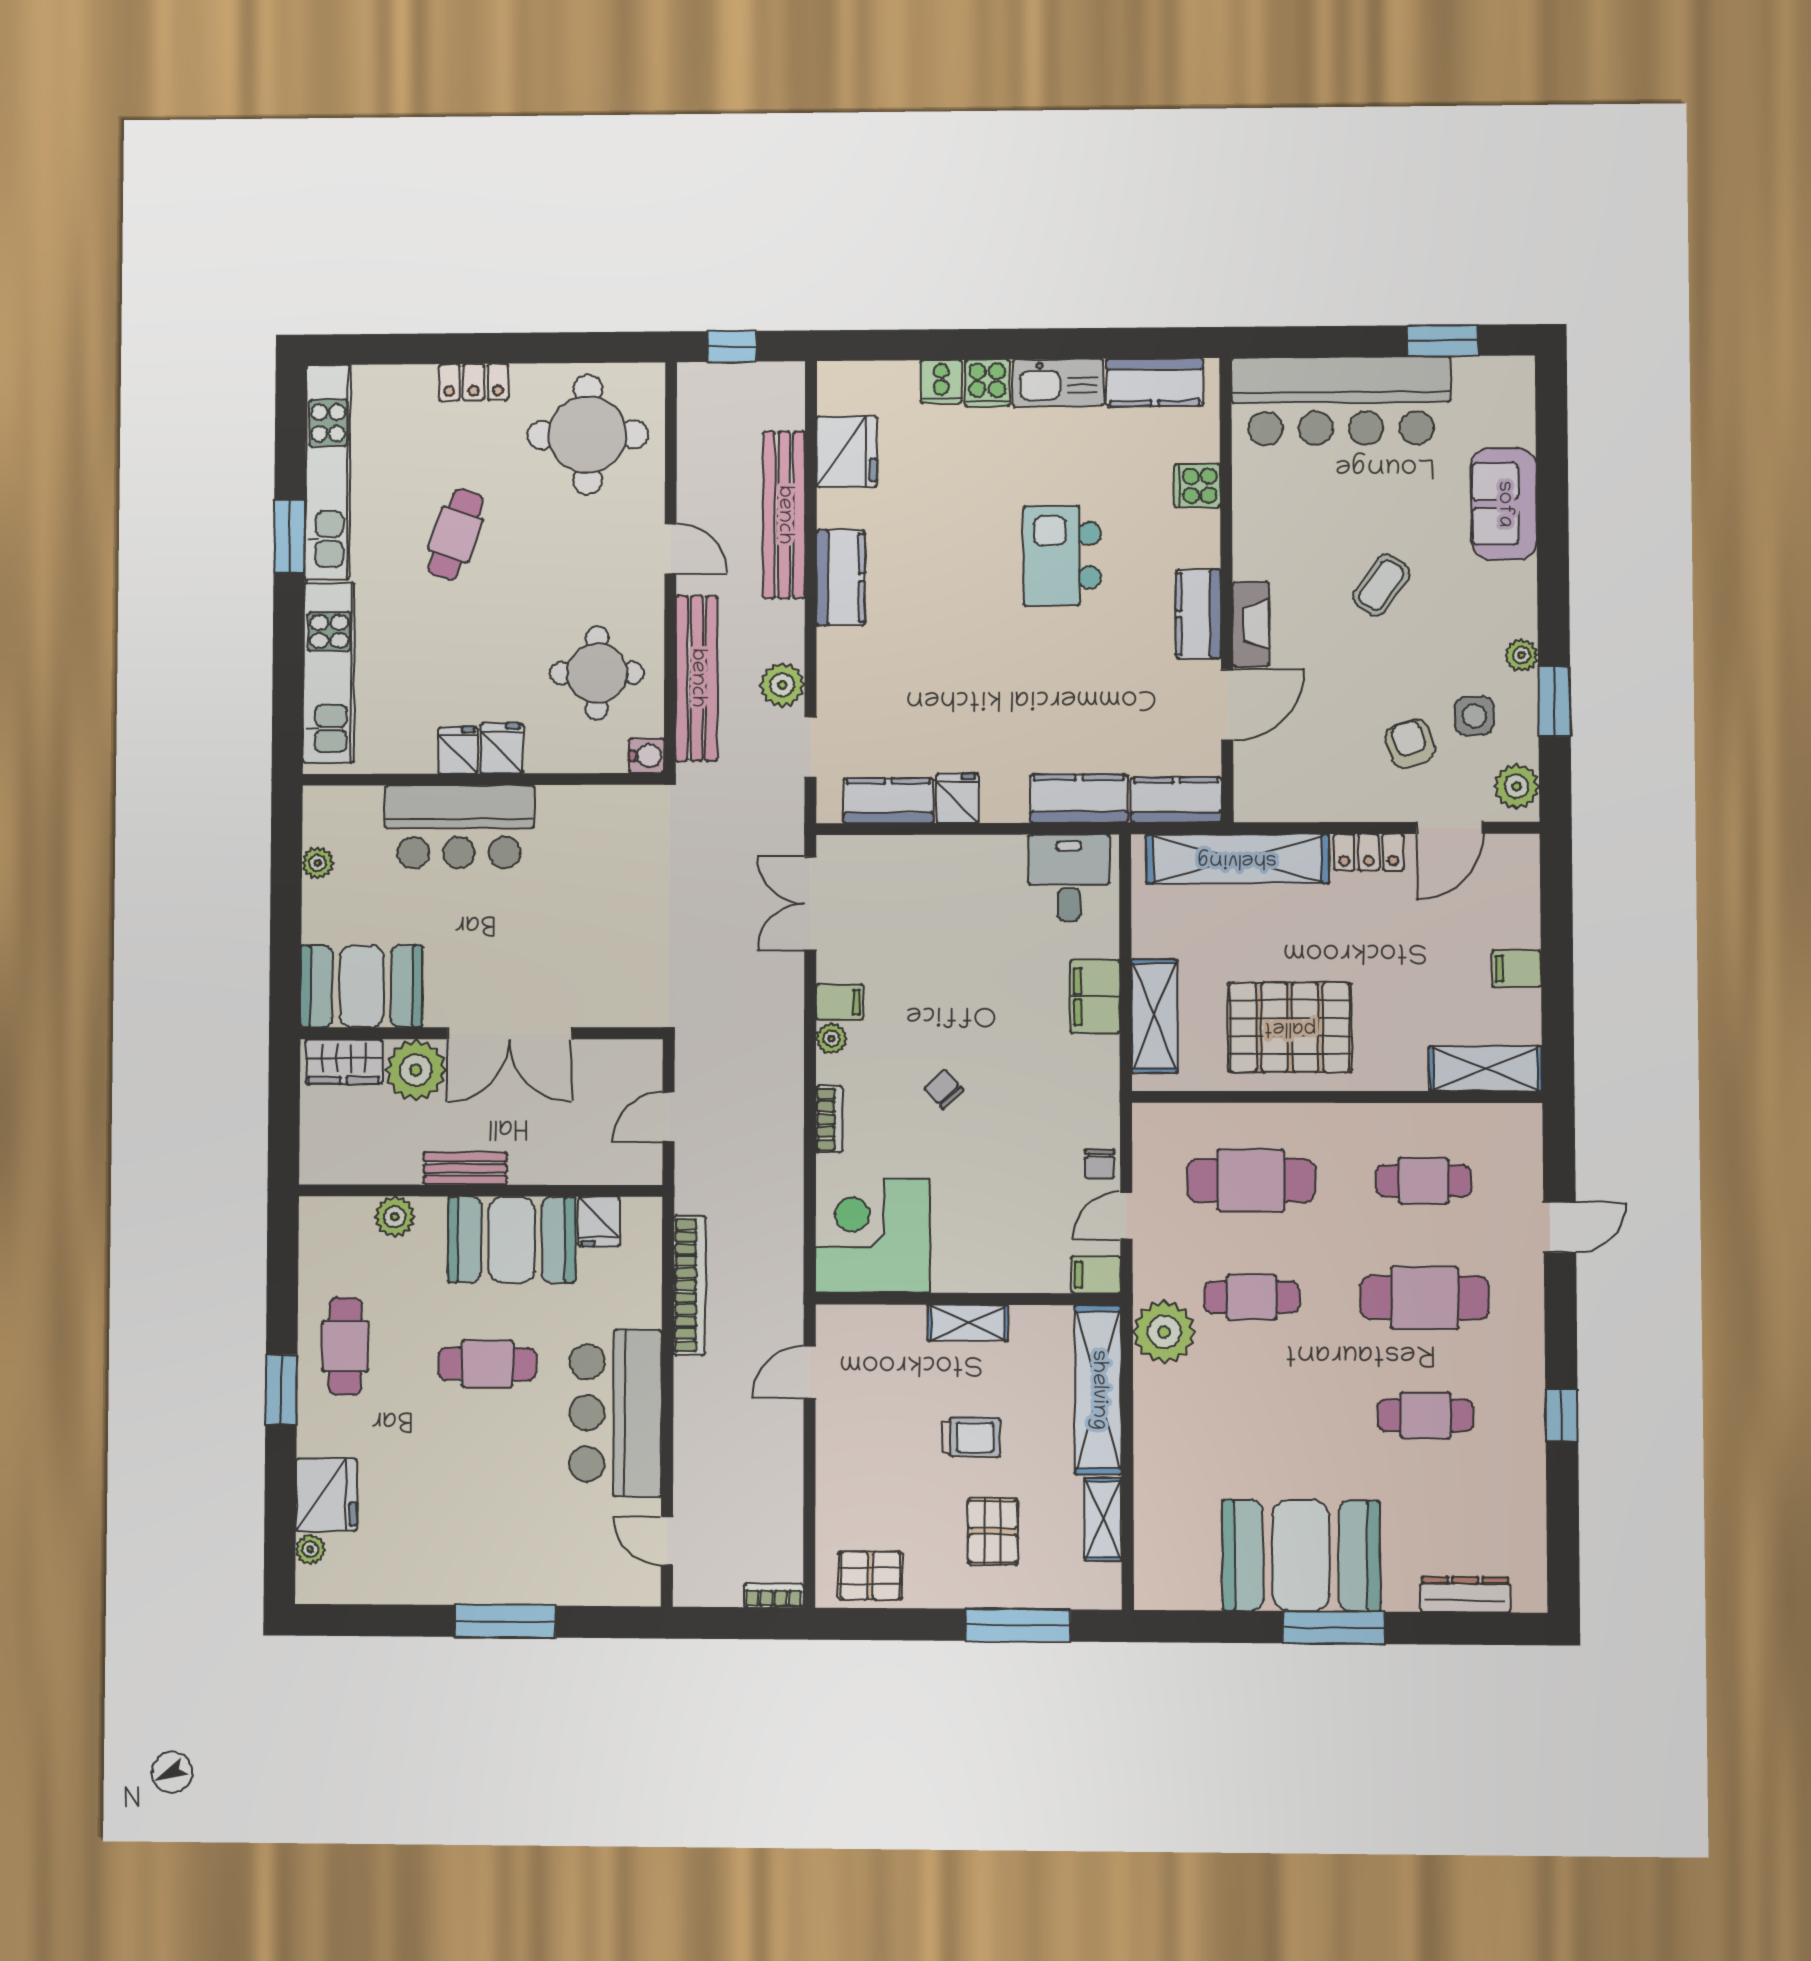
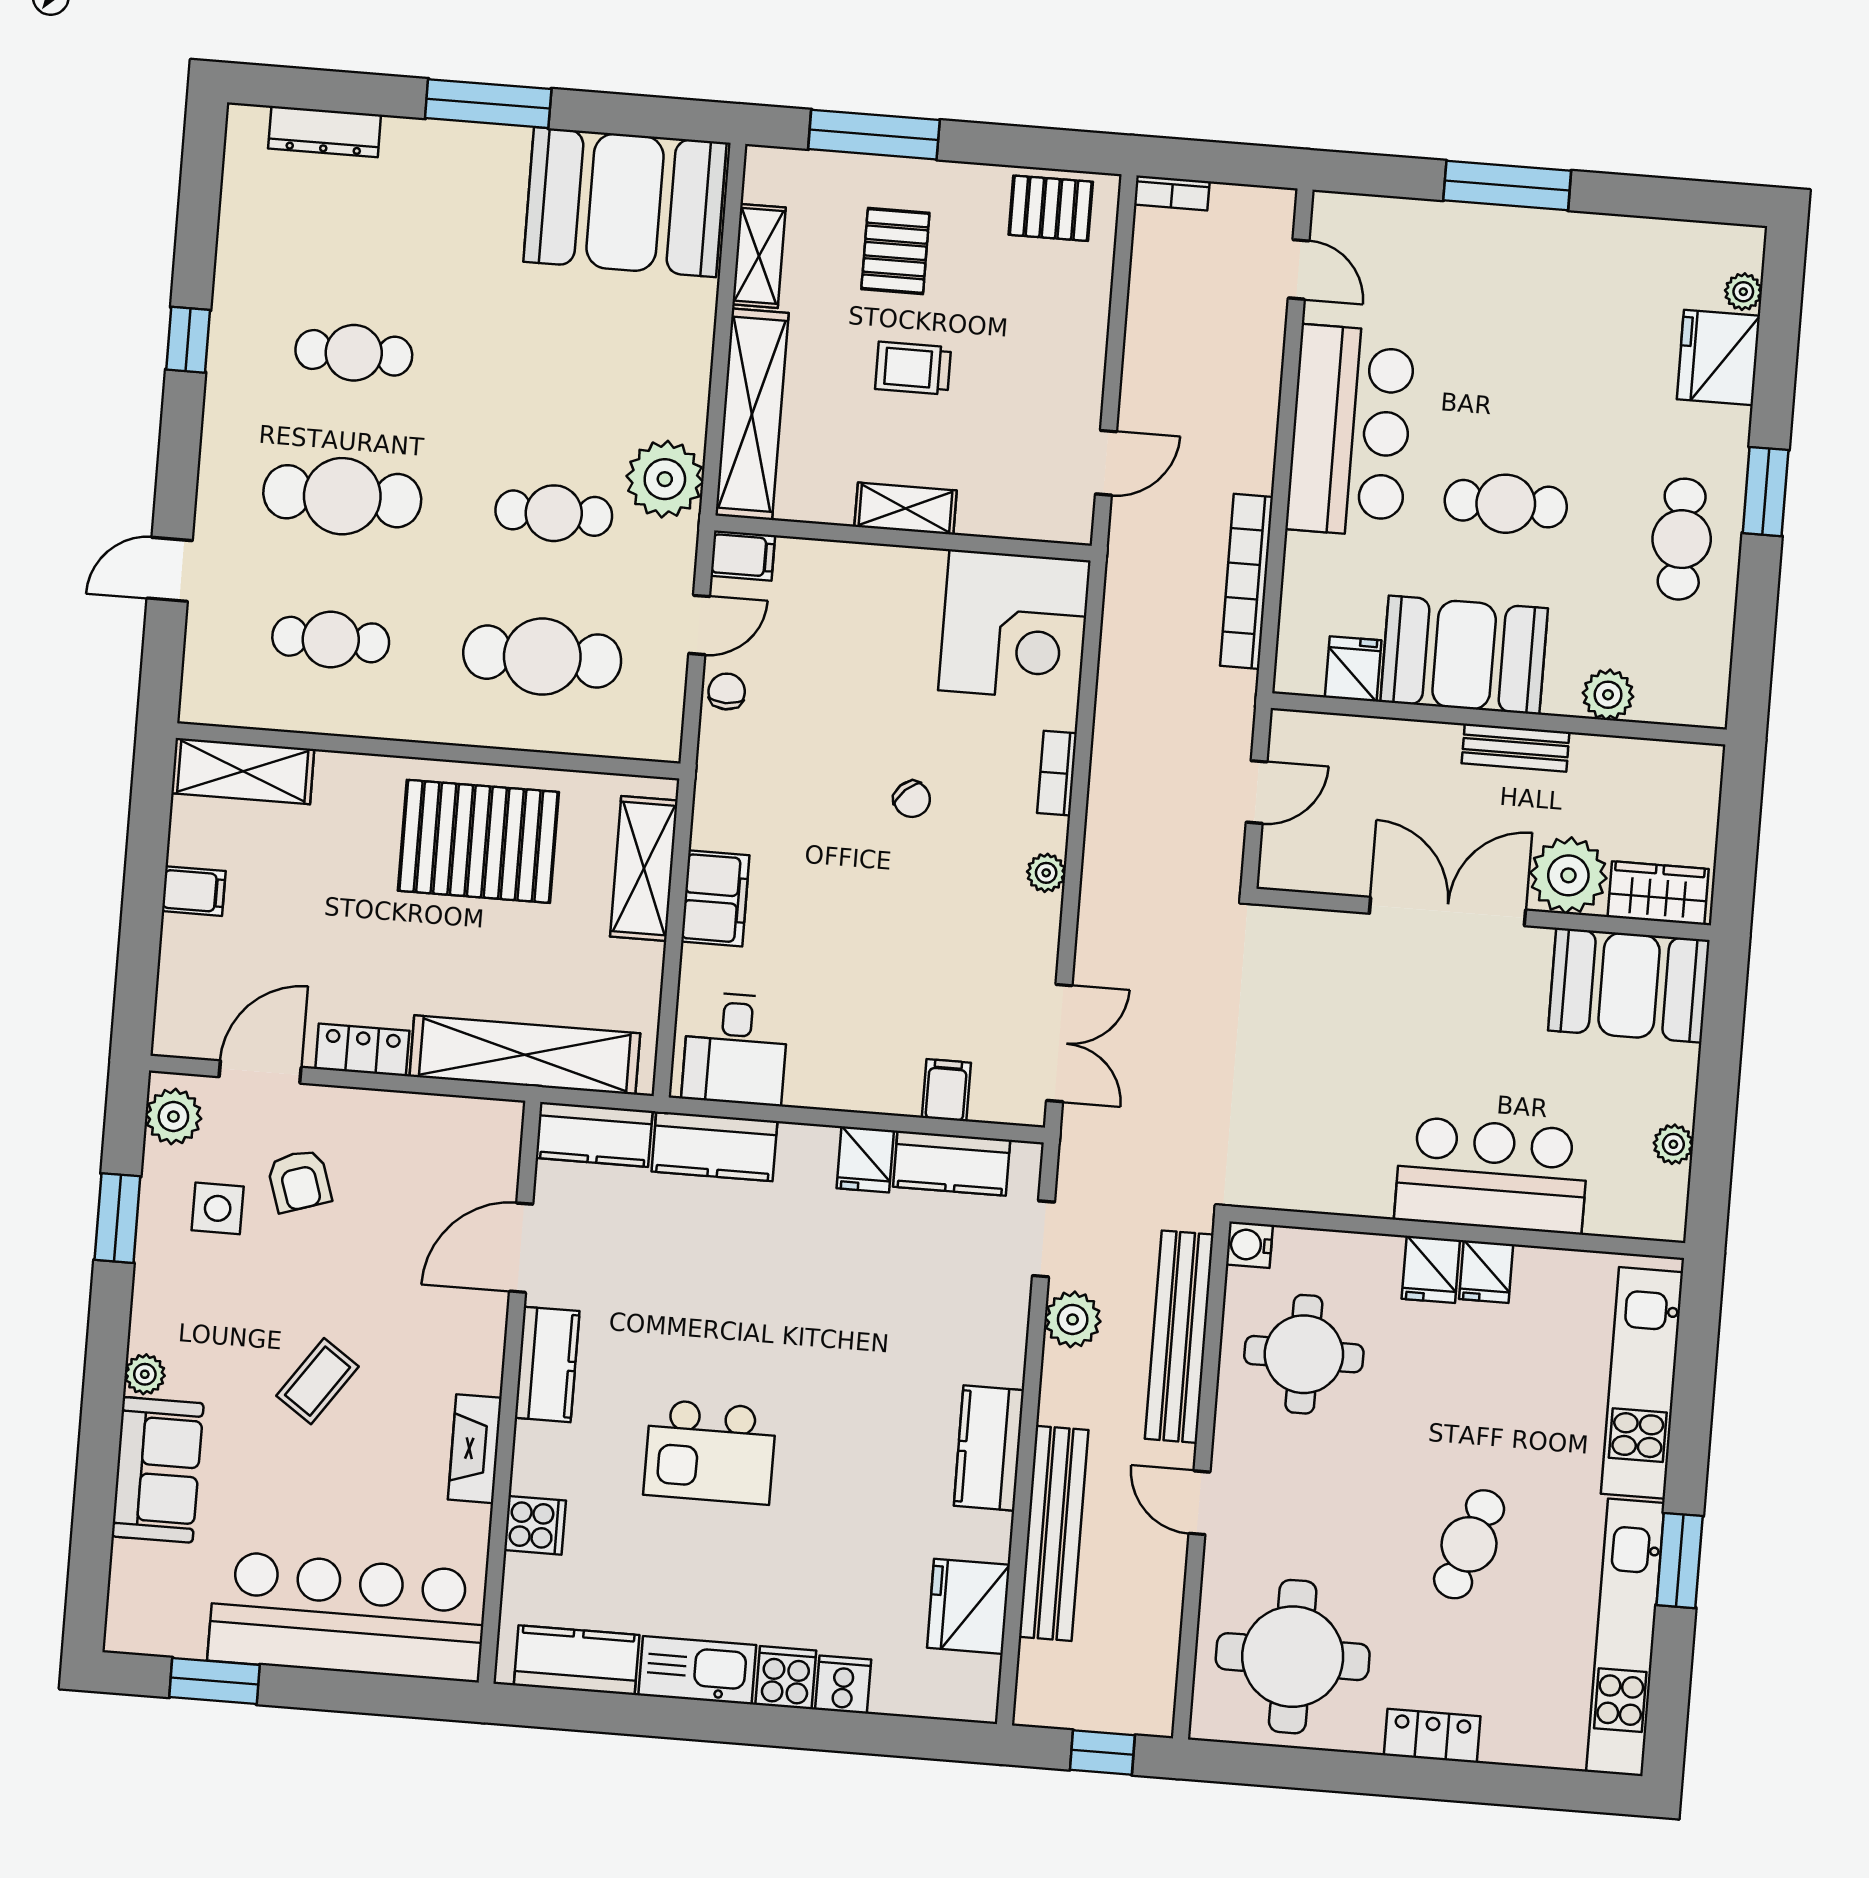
kitchen island: (1062, 556) -> (710, 1452), turned 90
fireplace: (1251, 624) -> (475, 1449), moved
plant: (1522, 655) -> (145, 1374), moved
filing cabinet: (840, 1002) -> (946, 1090), moved, turned 90
booth: (1301, 1555) -> (625, 202), moved

